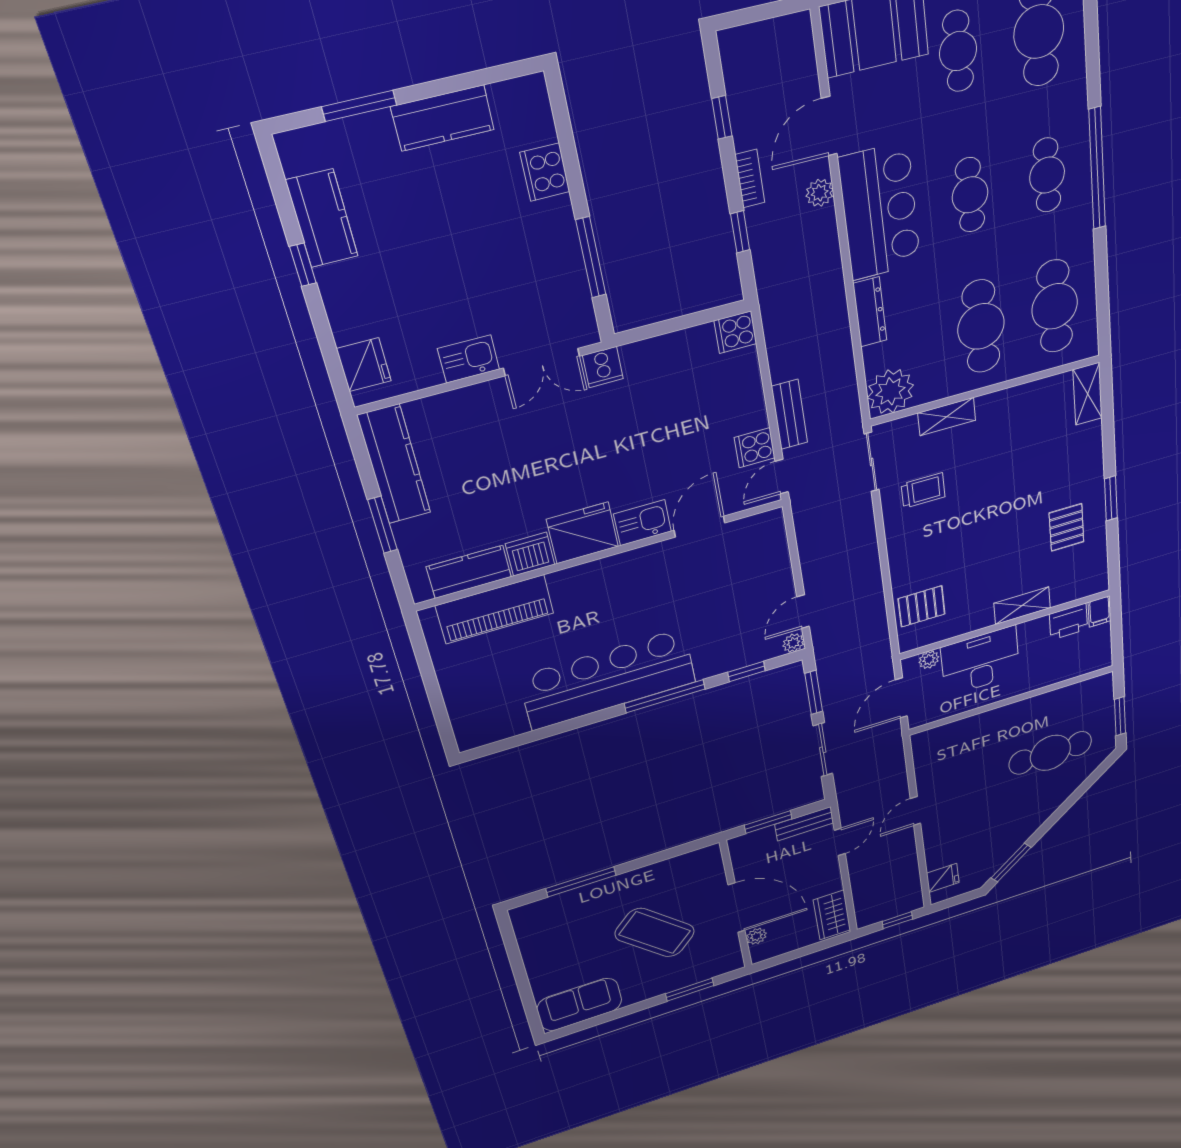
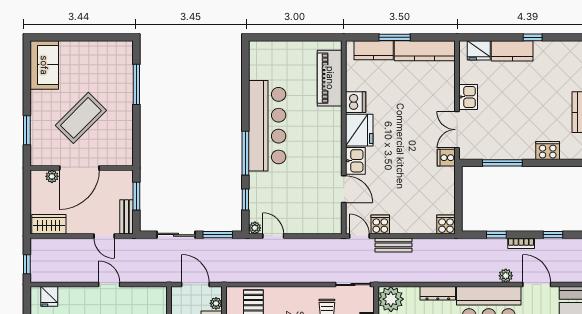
kitchen counter: (322, 218) -> (512, 51), moved
kitchen counter: (469, 572) -> (374, 50), moved, turned 90

